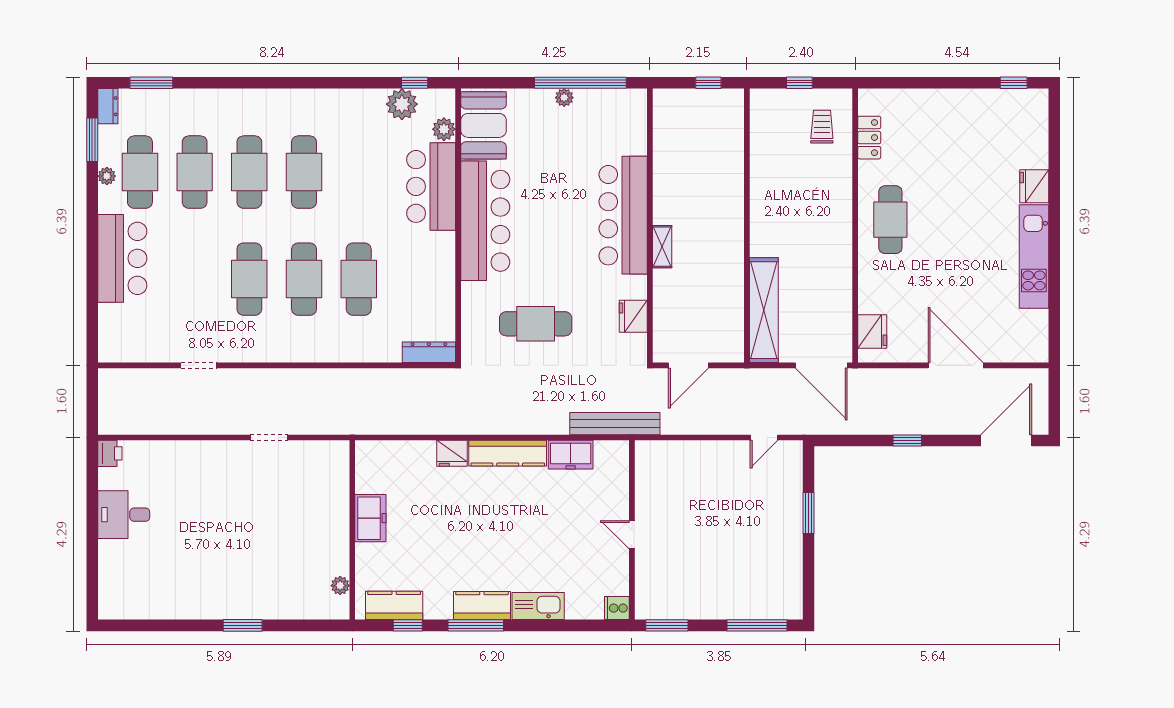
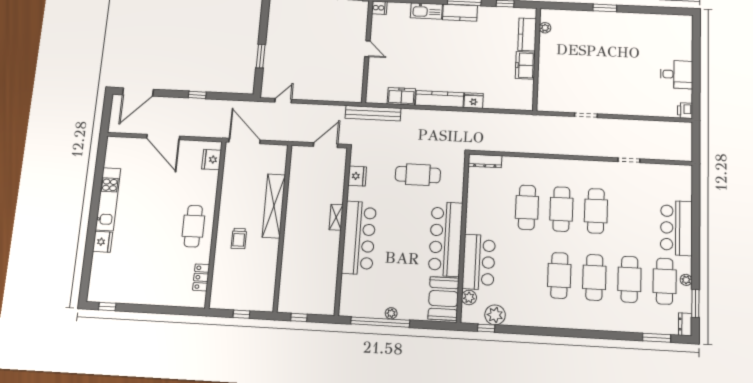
trolley: (822, 127) -> (239, 238), moved
shelving: (764, 310) -> (274, 206), moved
kitchen counter: (394, 605) -> (527, 34), moved, turned 90

